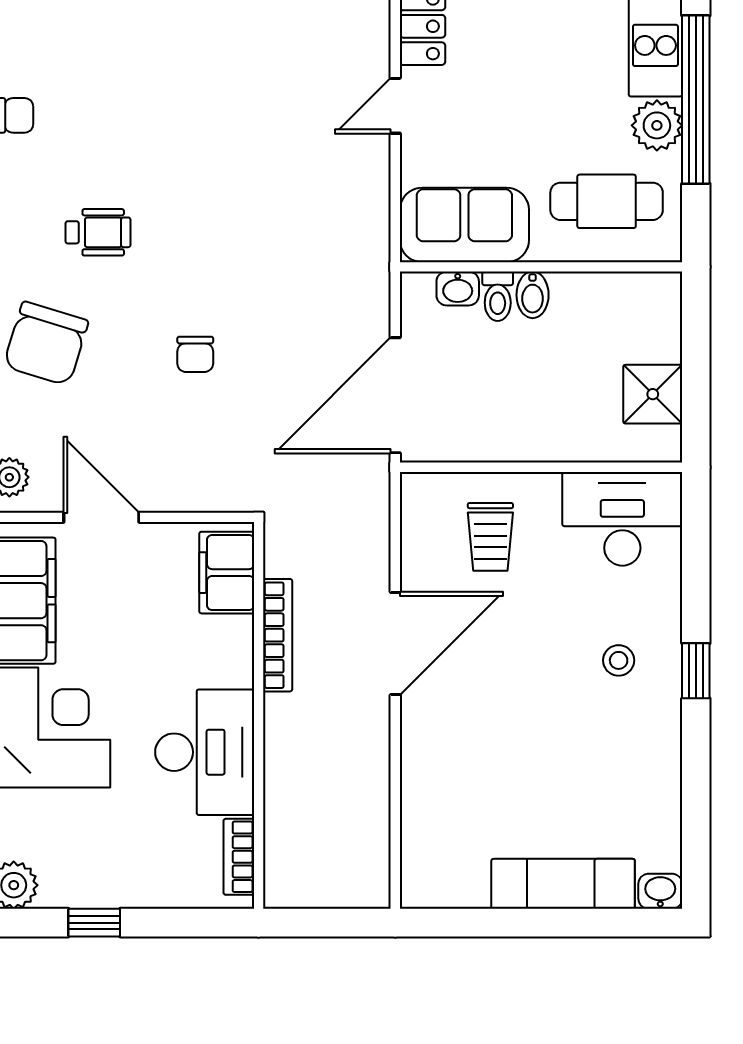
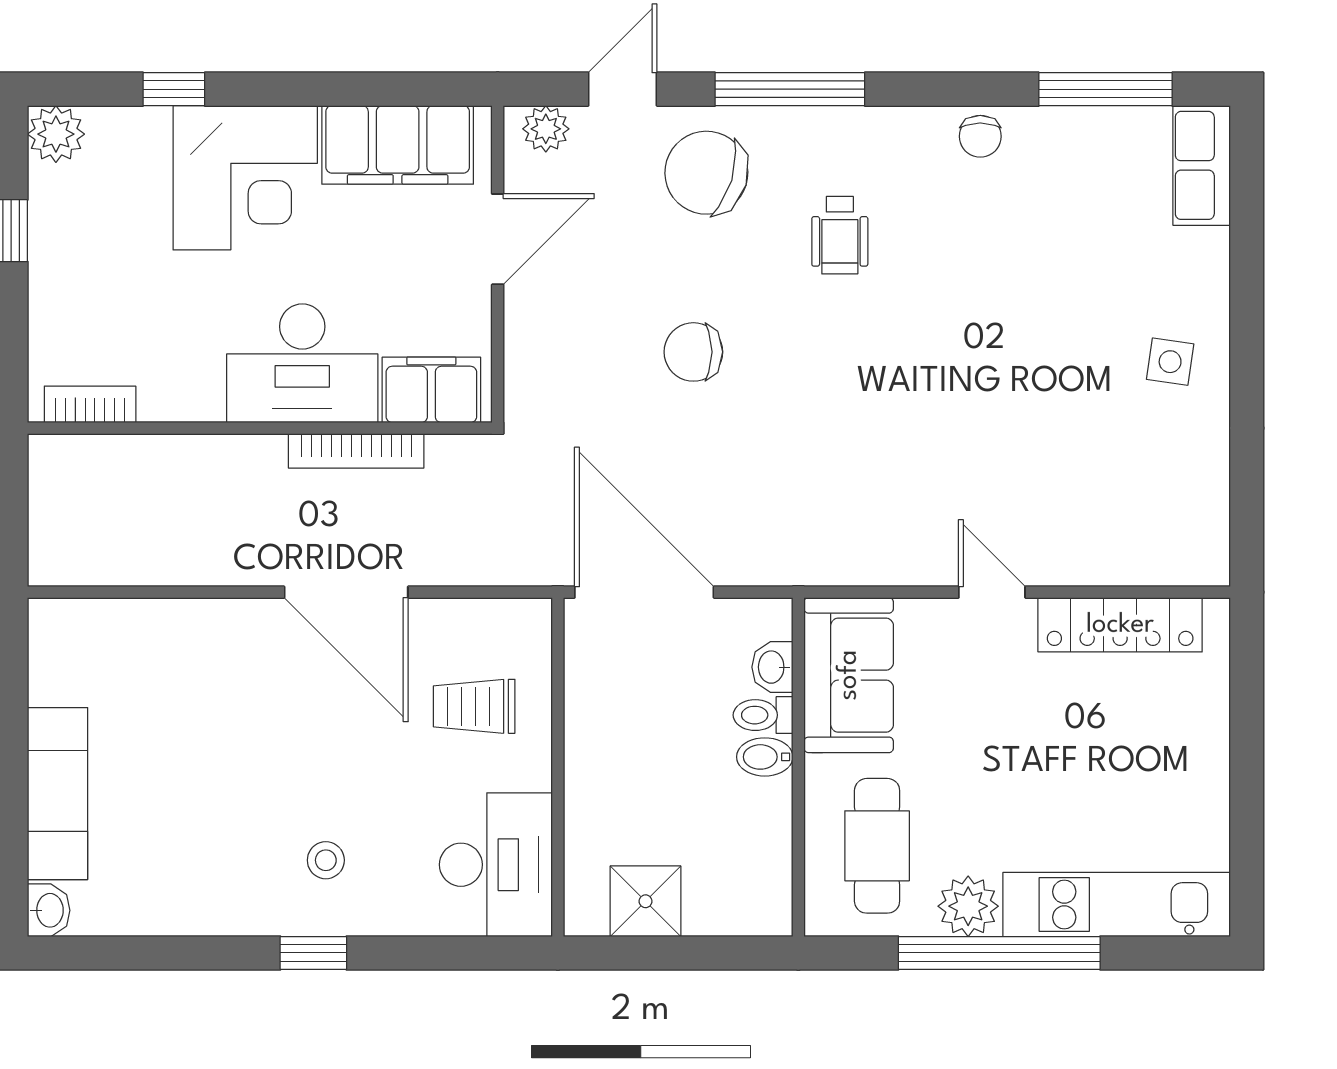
chair: (195, 354) -> (693, 352), width x1.37, depth x1.37
desk: (205, 752) -> (302, 363), moved

